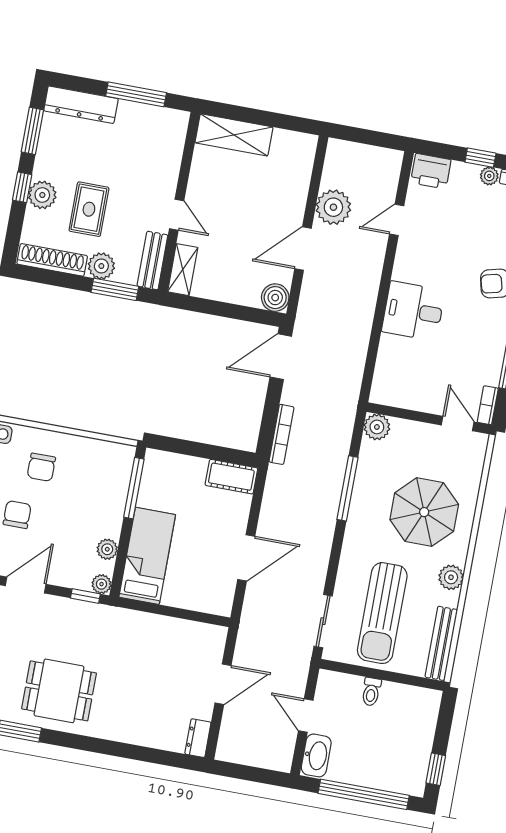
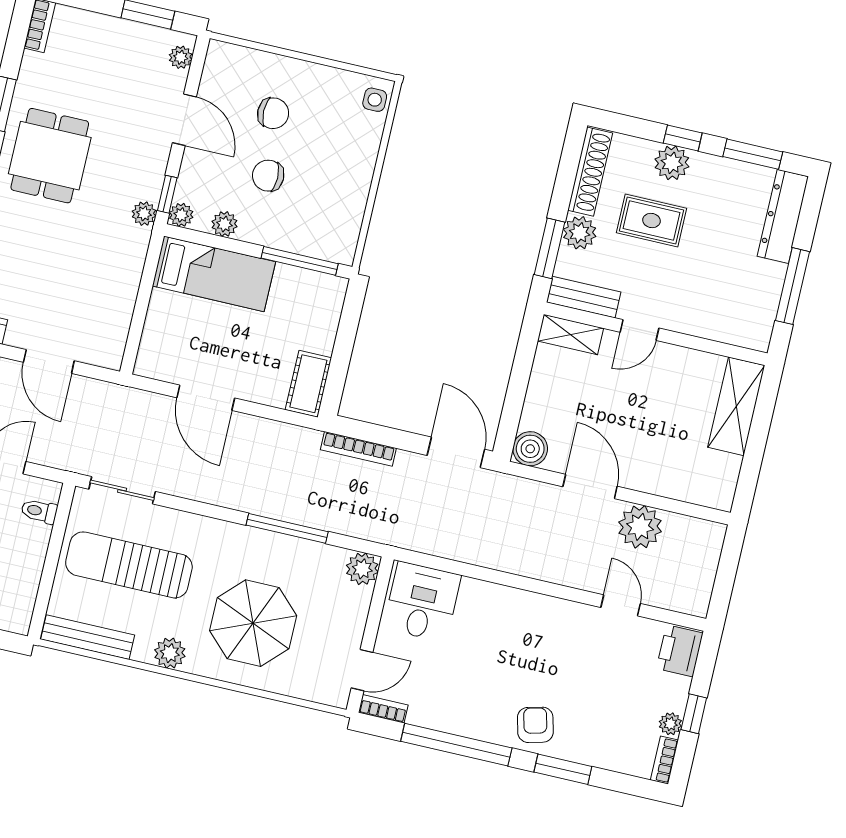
desk: (413, 311) -> (422, 602), moved
chair: (41, 467) -> (268, 176), moved
plant: (102, 614) -> (144, 214), added
toilet: (371, 692) -> (39, 511), moved

